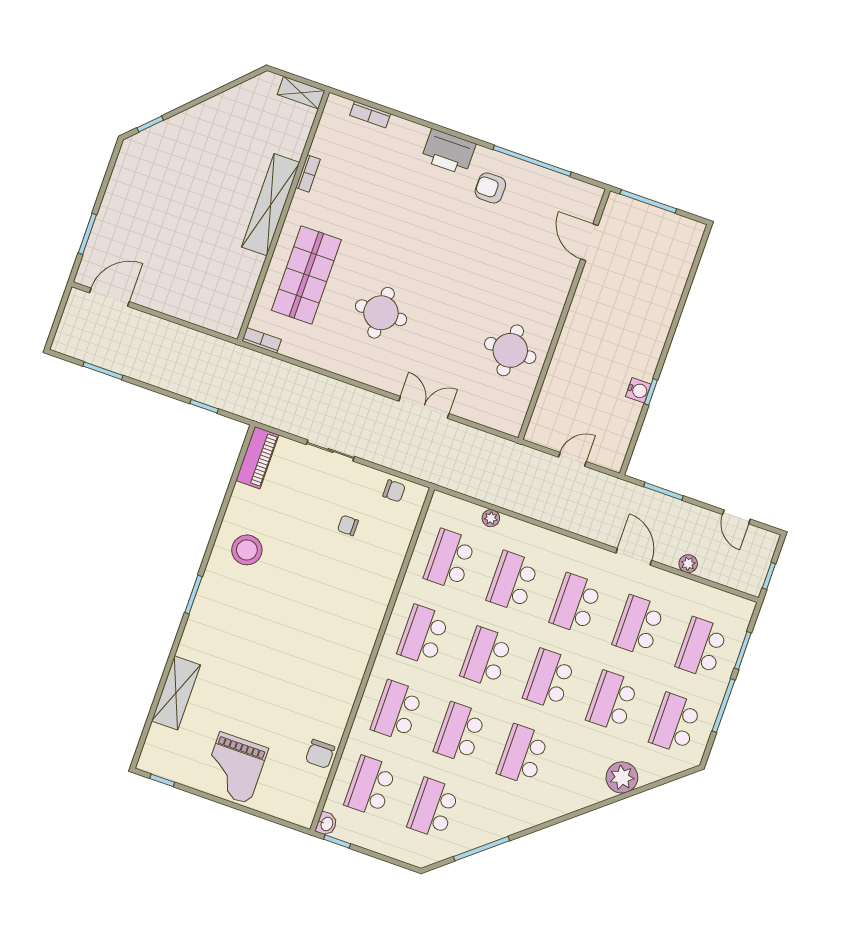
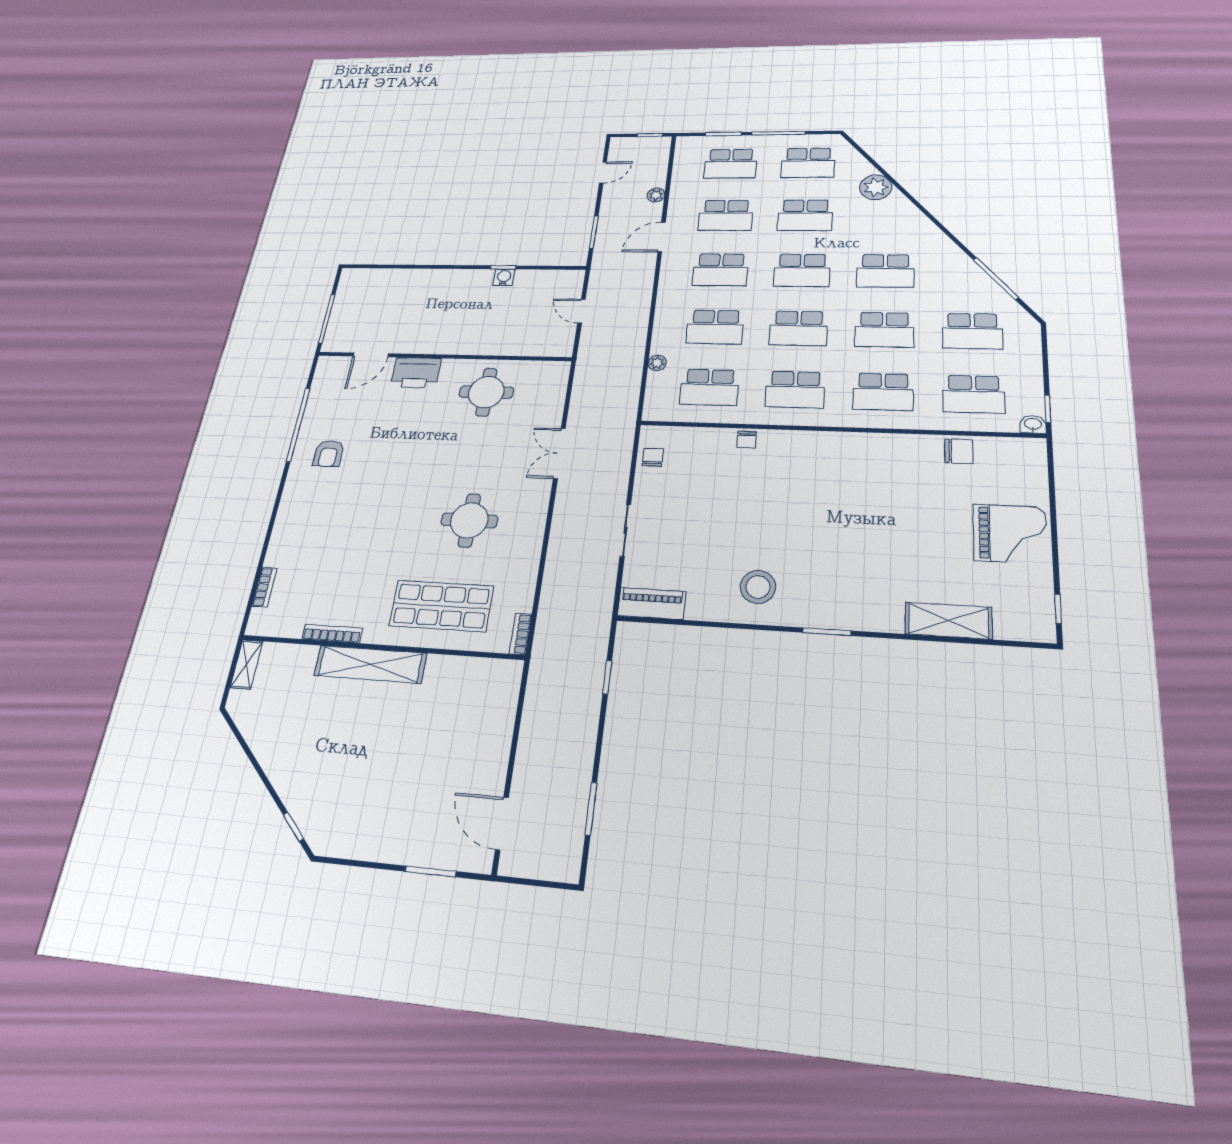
printer: (449, 152) -> (416, 373), moved, turned 90
bookcase: (308, 173) -> (332, 634), width x1.56
chair: (348, 525) -> (747, 440), moved

